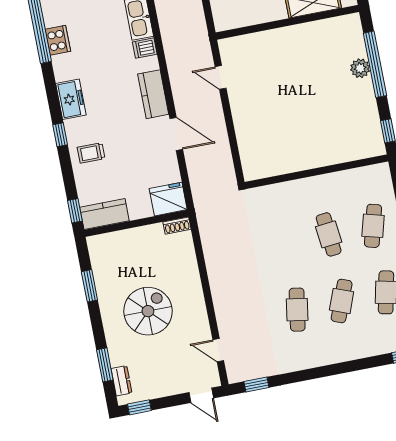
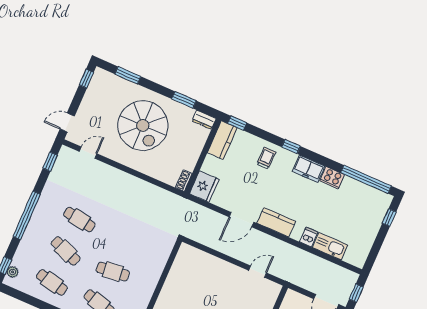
cooker: (58, 40) -> (332, 178), moved
spiral stairs: (148, 311) -> (143, 125), width x1.37, depth x1.37
window: (332, 370) -> (27, 215), added
dresser: (122, 381) -> (204, 120), moved

